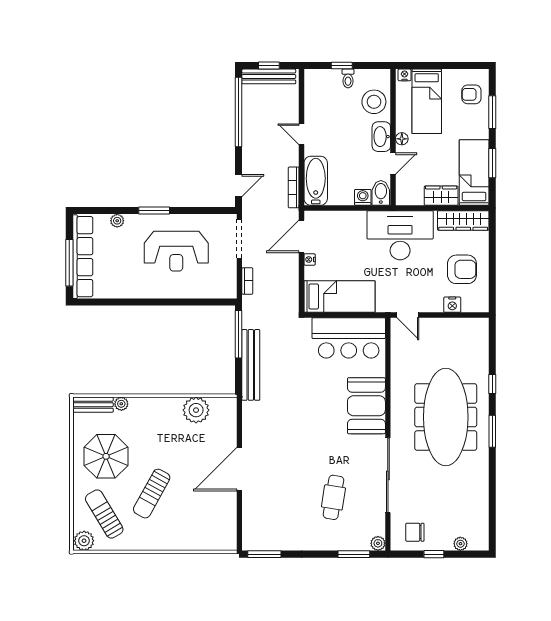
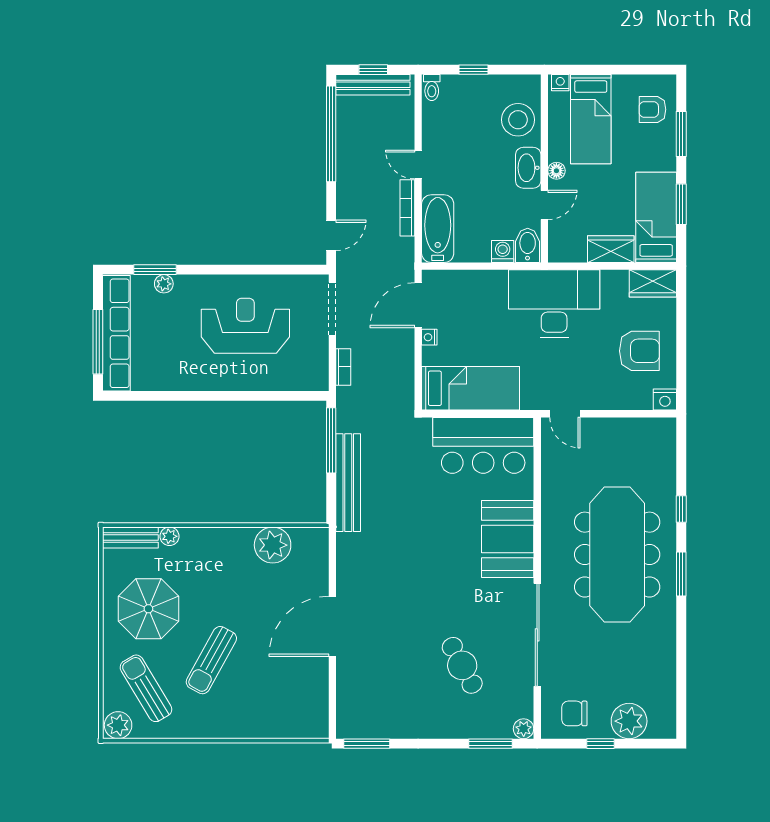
toilet: (348, 78) -> (432, 88), moved
bookcase: (294, 187) -> (407, 208), moved
window: (154, 211) -> (155, 270), moved
wardrobe: (463, 220) -> (653, 283), width x0.67
reception desk: (176, 251) -> (245, 326), turned 180
nightstand: (452, 305) -> (665, 400), moved
cafe table: (333, 497) -> (462, 665), turned -37
plant: (460, 544) -> (629, 721), width x1.87, depth x1.87

